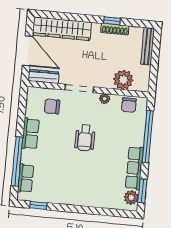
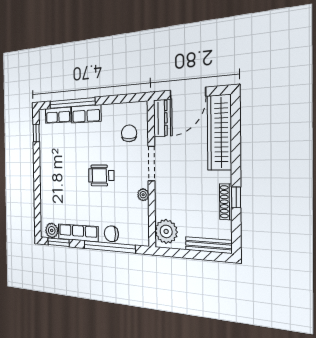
plant: (123, 80) -> (166, 231), moved
chair: (129, 105) -> (111, 234), moved
row of seats: (30, 134) -> (86, 114), moved

